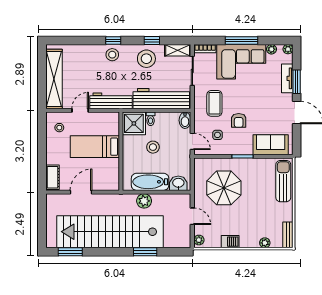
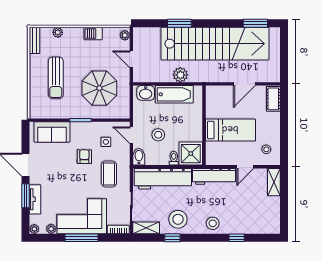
window: (113, 40) -> (237, 238), moved
shelving: (54, 79) -> (274, 182), width x0.45, depth x0.75
stool: (153, 147) -> (158, 135), moved
sun lounger: (283, 181) -> (56, 78), moved

